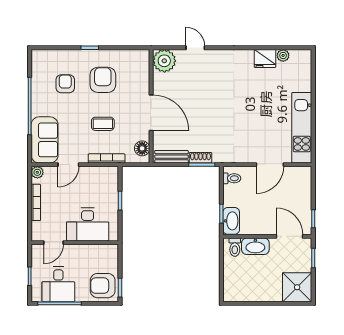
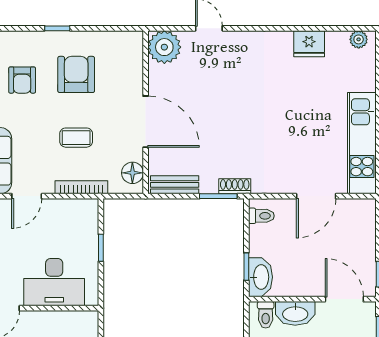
plant: (283, 55) -> (359, 39), moved
armchair: (65, 84) -> (22, 80), turned 180
shoe rack: (200, 158) -> (235, 186), moved

